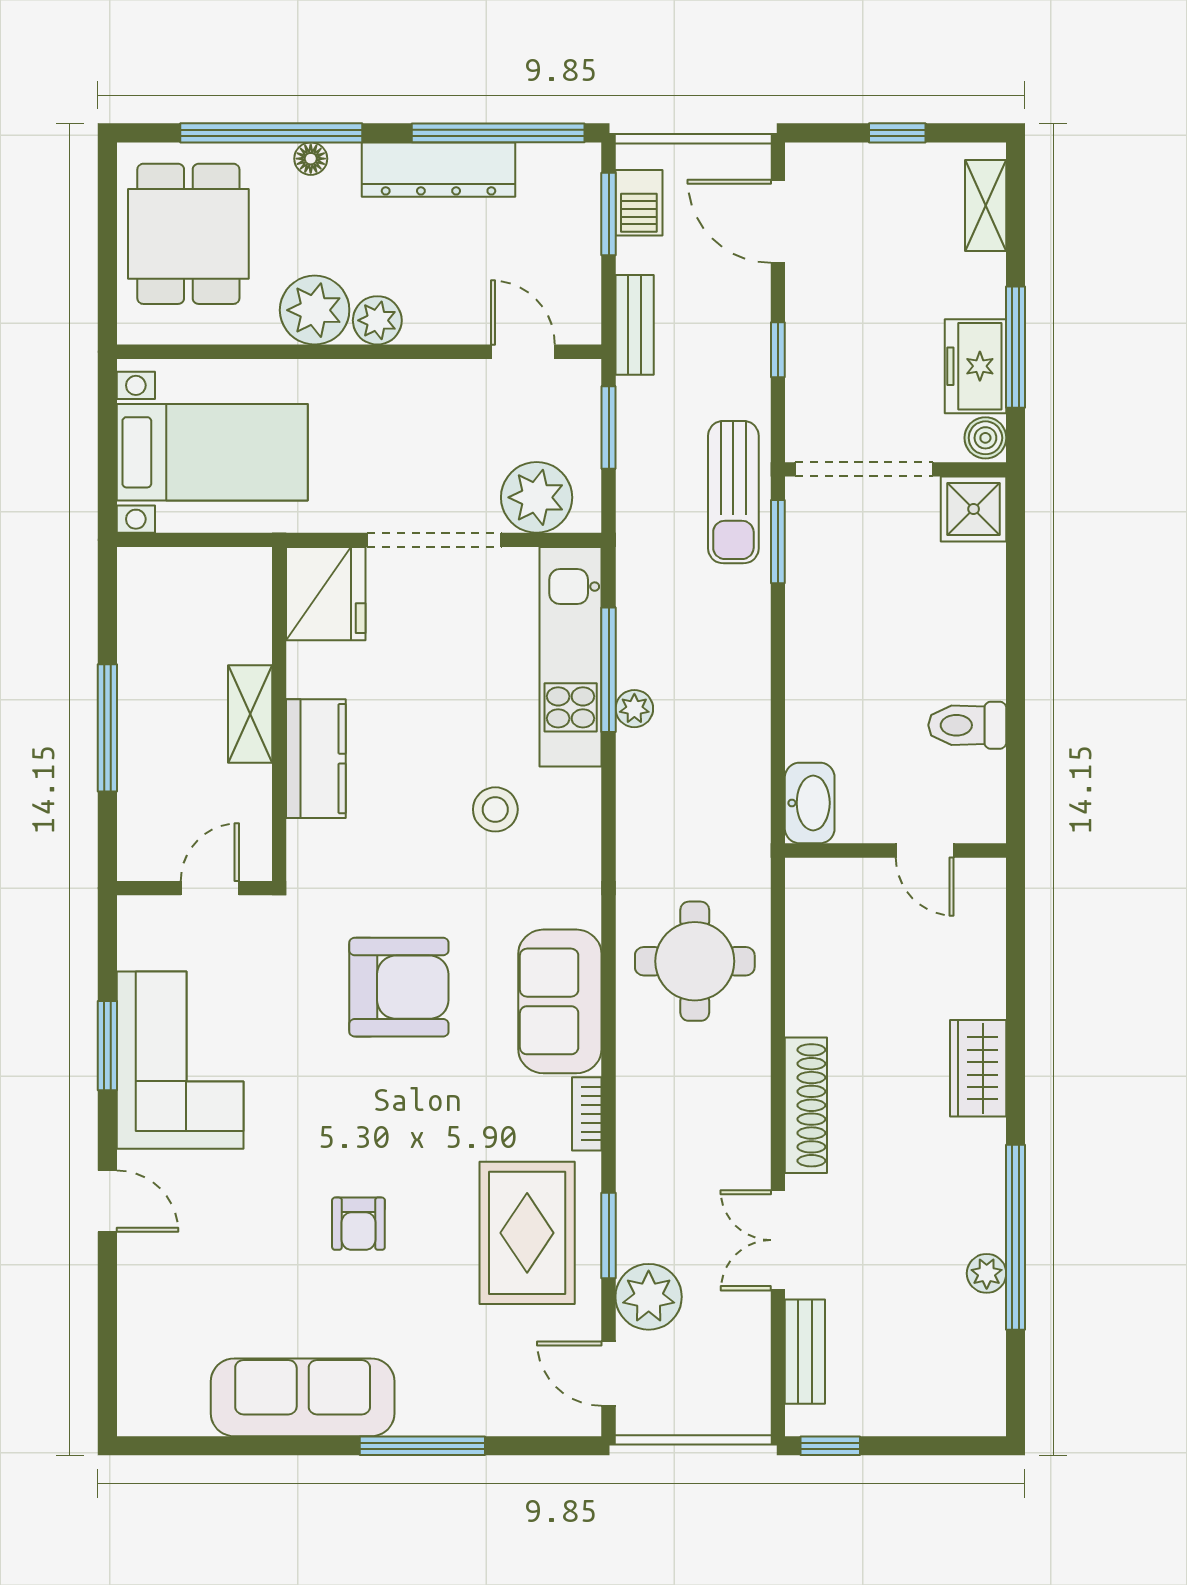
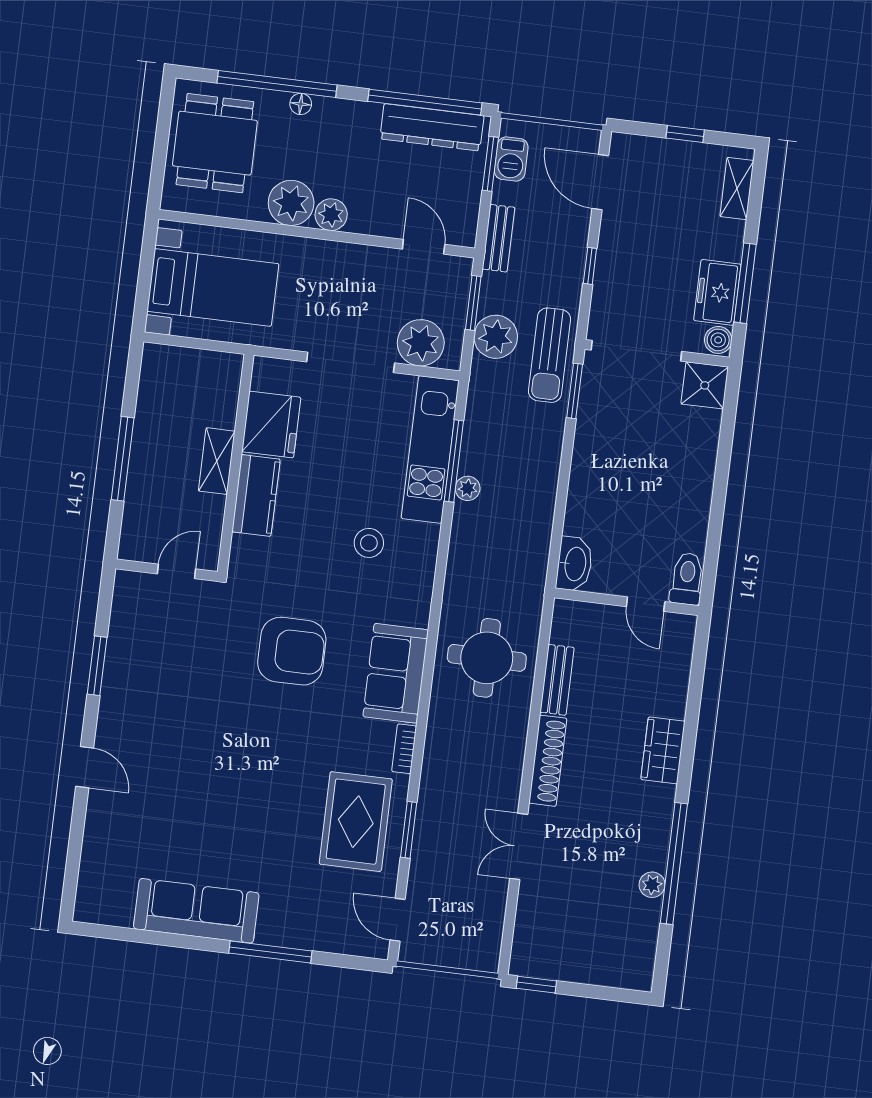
dresser: (439, 170) -> (432, 127), moved
fridge: (326, 594) -> (271, 424), moved
toilet: (967, 725) -> (687, 579), moved, turned 90
corner sofa: (180, 1060) -> (143, 681), removed
armchair: (358, 1224) -> (247, 802), removed
plant: (649, 1297) -> (496, 337), moved
bench: (805, 1352) -> (557, 680), moved

